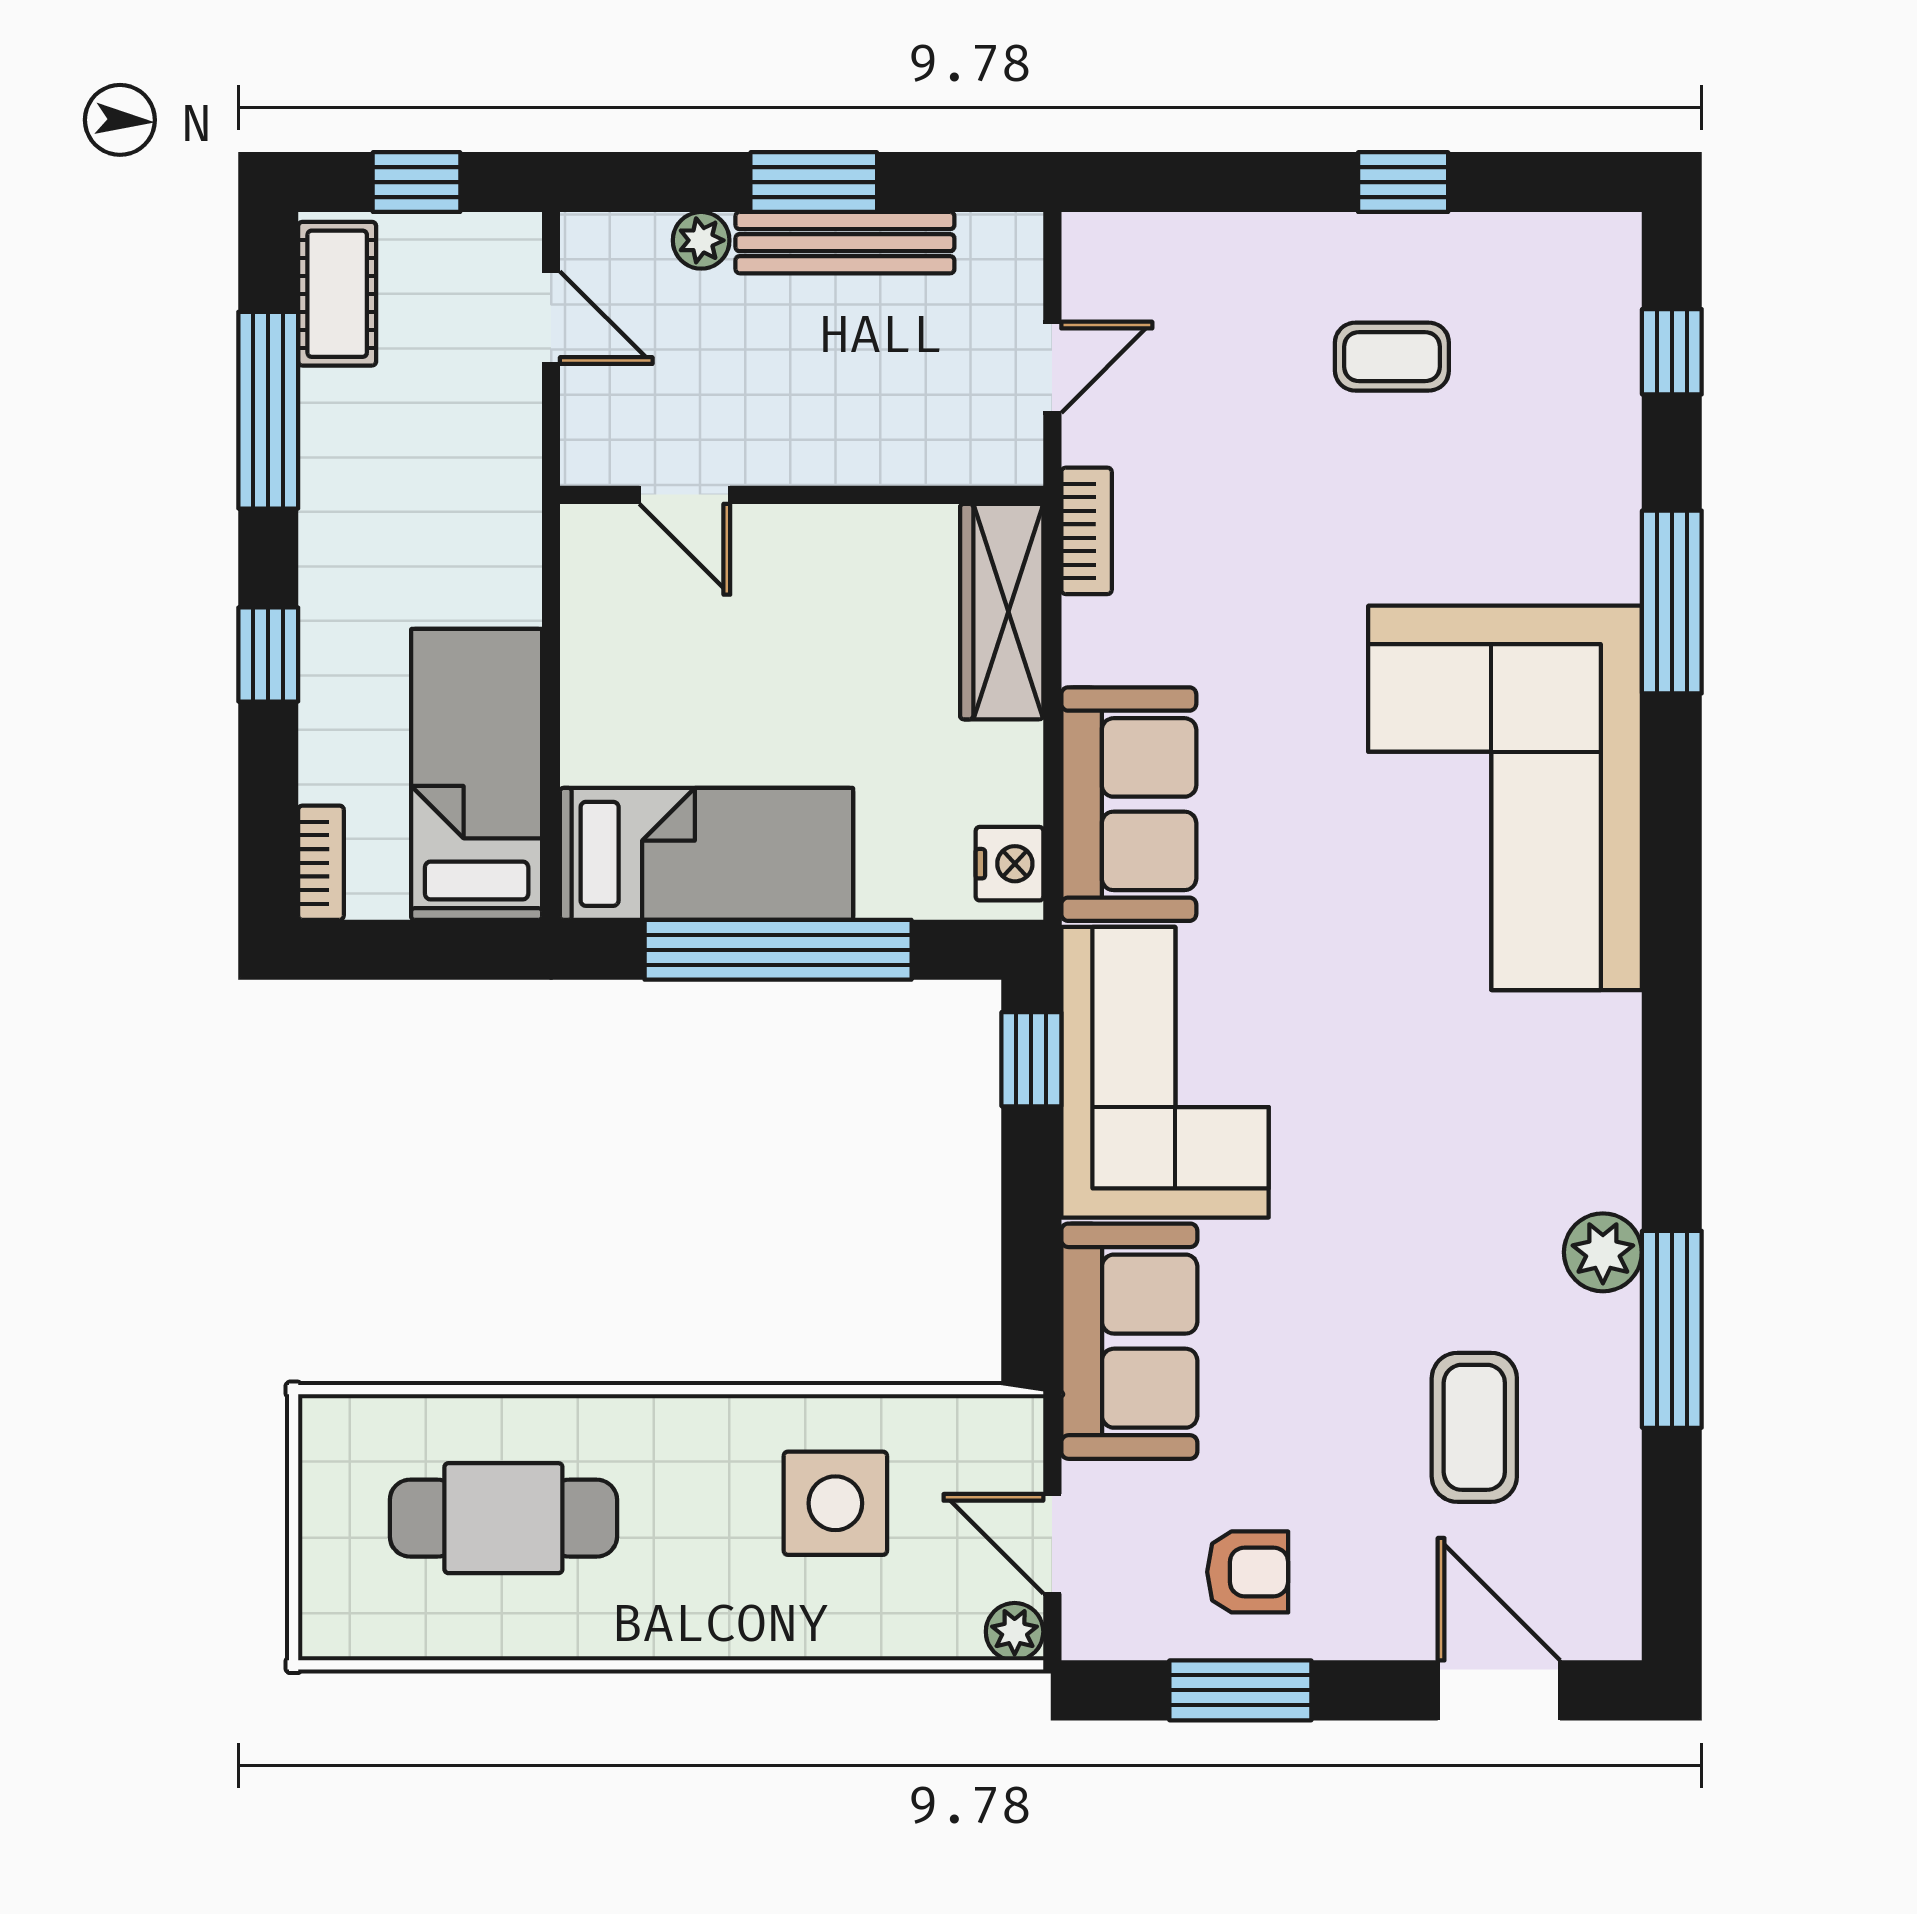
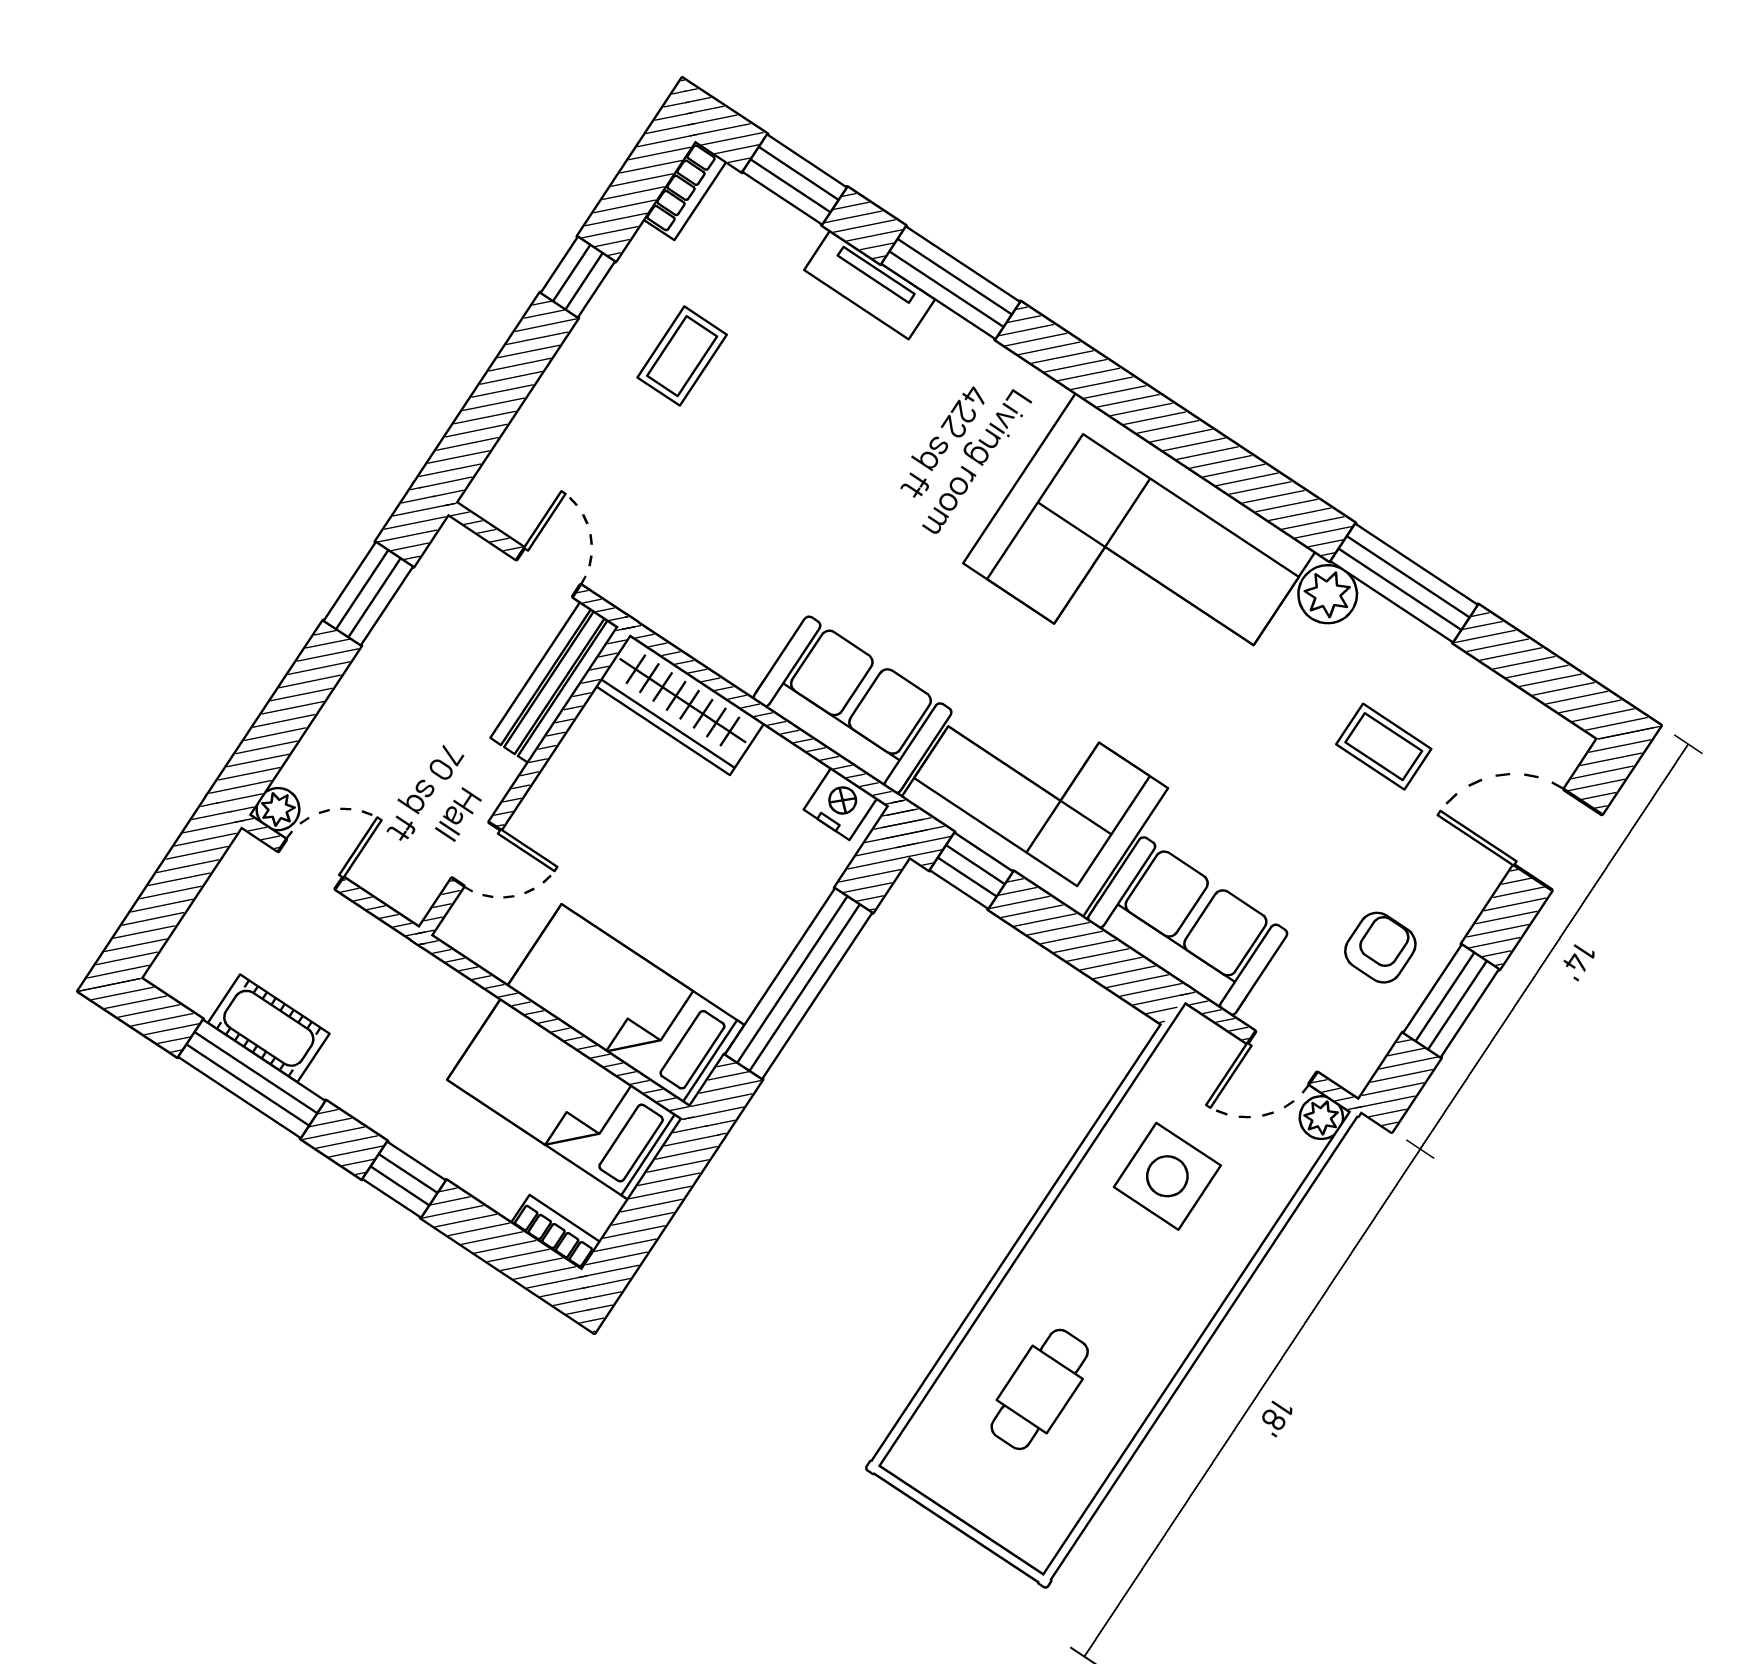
window: (417, 182) -> (171, 892), removed
window: (814, 182) -> (368, 594), moved
plant: (701, 240) -> (278, 809), moved
bench: (845, 243) -> (555, 682), moved
cot: (337, 294) -> (269, 1028), moved
window: (1672, 352) -> (795, 180), width x1.50
tv unit: (1610, 513) -> (870, 285), added
bookcase: (1087, 531) -> (685, 190), moved, turned 90
corner sofa: (1505, 798) -> (1139, 557), moved
bed: (707, 854) -> (626, 1006), moved, turned -90
coffee table: (1474, 1427) -> (1384, 747), width x0.73, depth x0.77
cafe table: (503, 1518) -> (1040, 1389), width x0.73, depth x0.74

